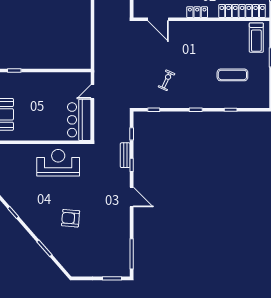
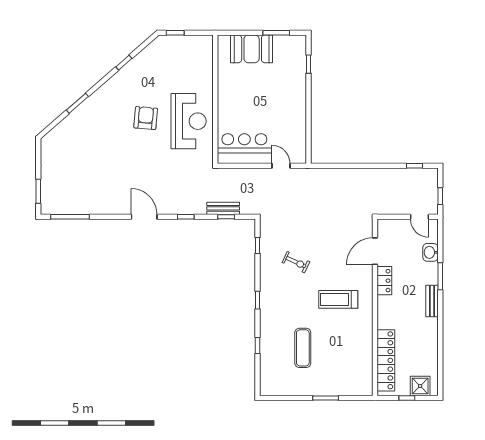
locker: (197, 12) -> (384, 281), moved
treadmill: (256, 38) -> (338, 299), moved
bench: (125, 155) -> (223, 208), moved
door: (132, 197) -> (144, 217), swing flipped
armchair: (71, 218) -> (146, 118), moved

